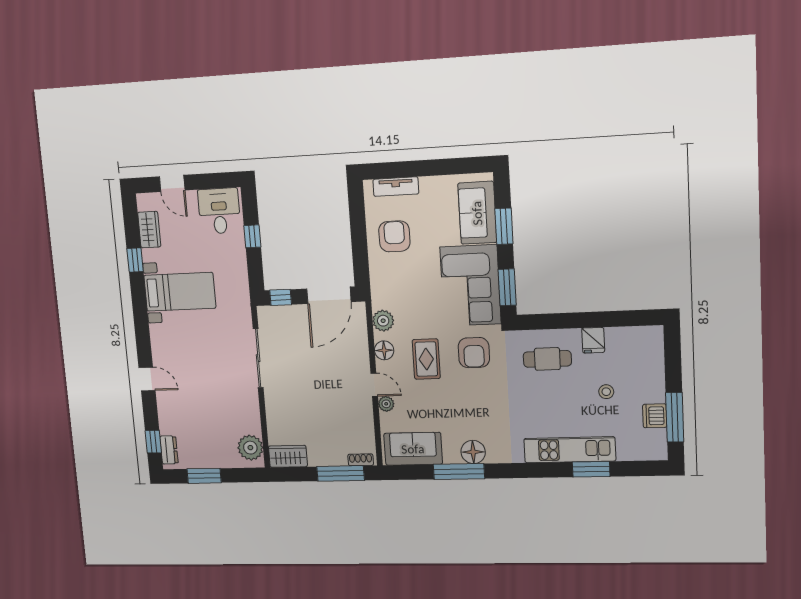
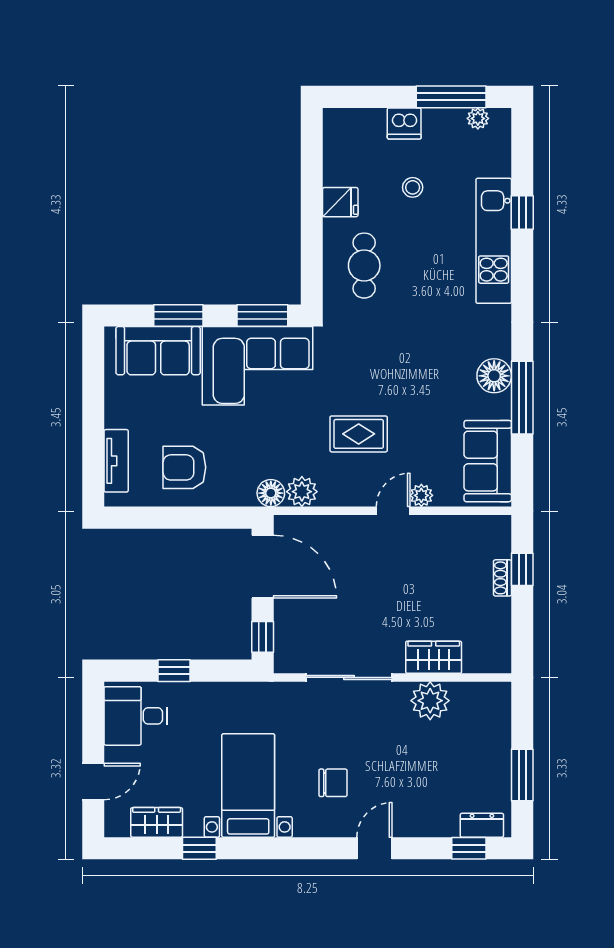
chair: (187, 350) -> (333, 783), added
floor lamp: (384, 350) -> (271, 493), moved
armchair: (474, 353) -> (352, 367), removed
dishwasher: (655, 416) -> (404, 123), moved
plant: (659, 437) -> (478, 118), added
plant: (250, 448) -> (430, 701), moved
wardrobe: (288, 456) -> (434, 657), moved, turned 90
shoe rack: (361, 460) -> (502, 578), moved
window: (591, 469) -> (522, 212), width x0.67
window: (341, 474) -> (522, 569), width x0.46

